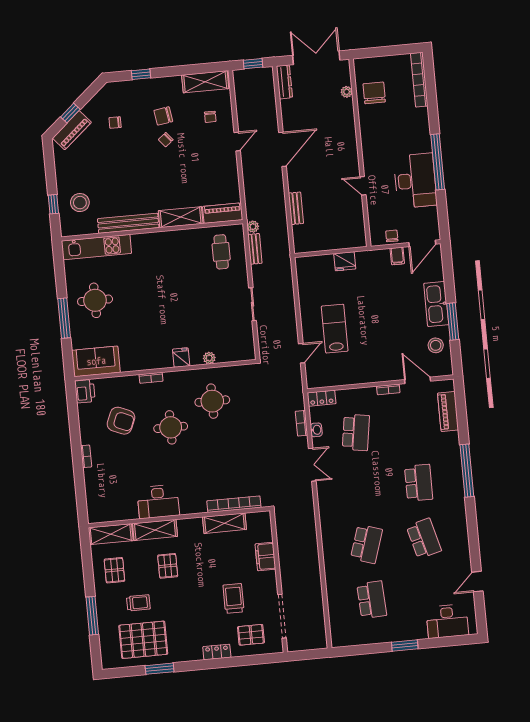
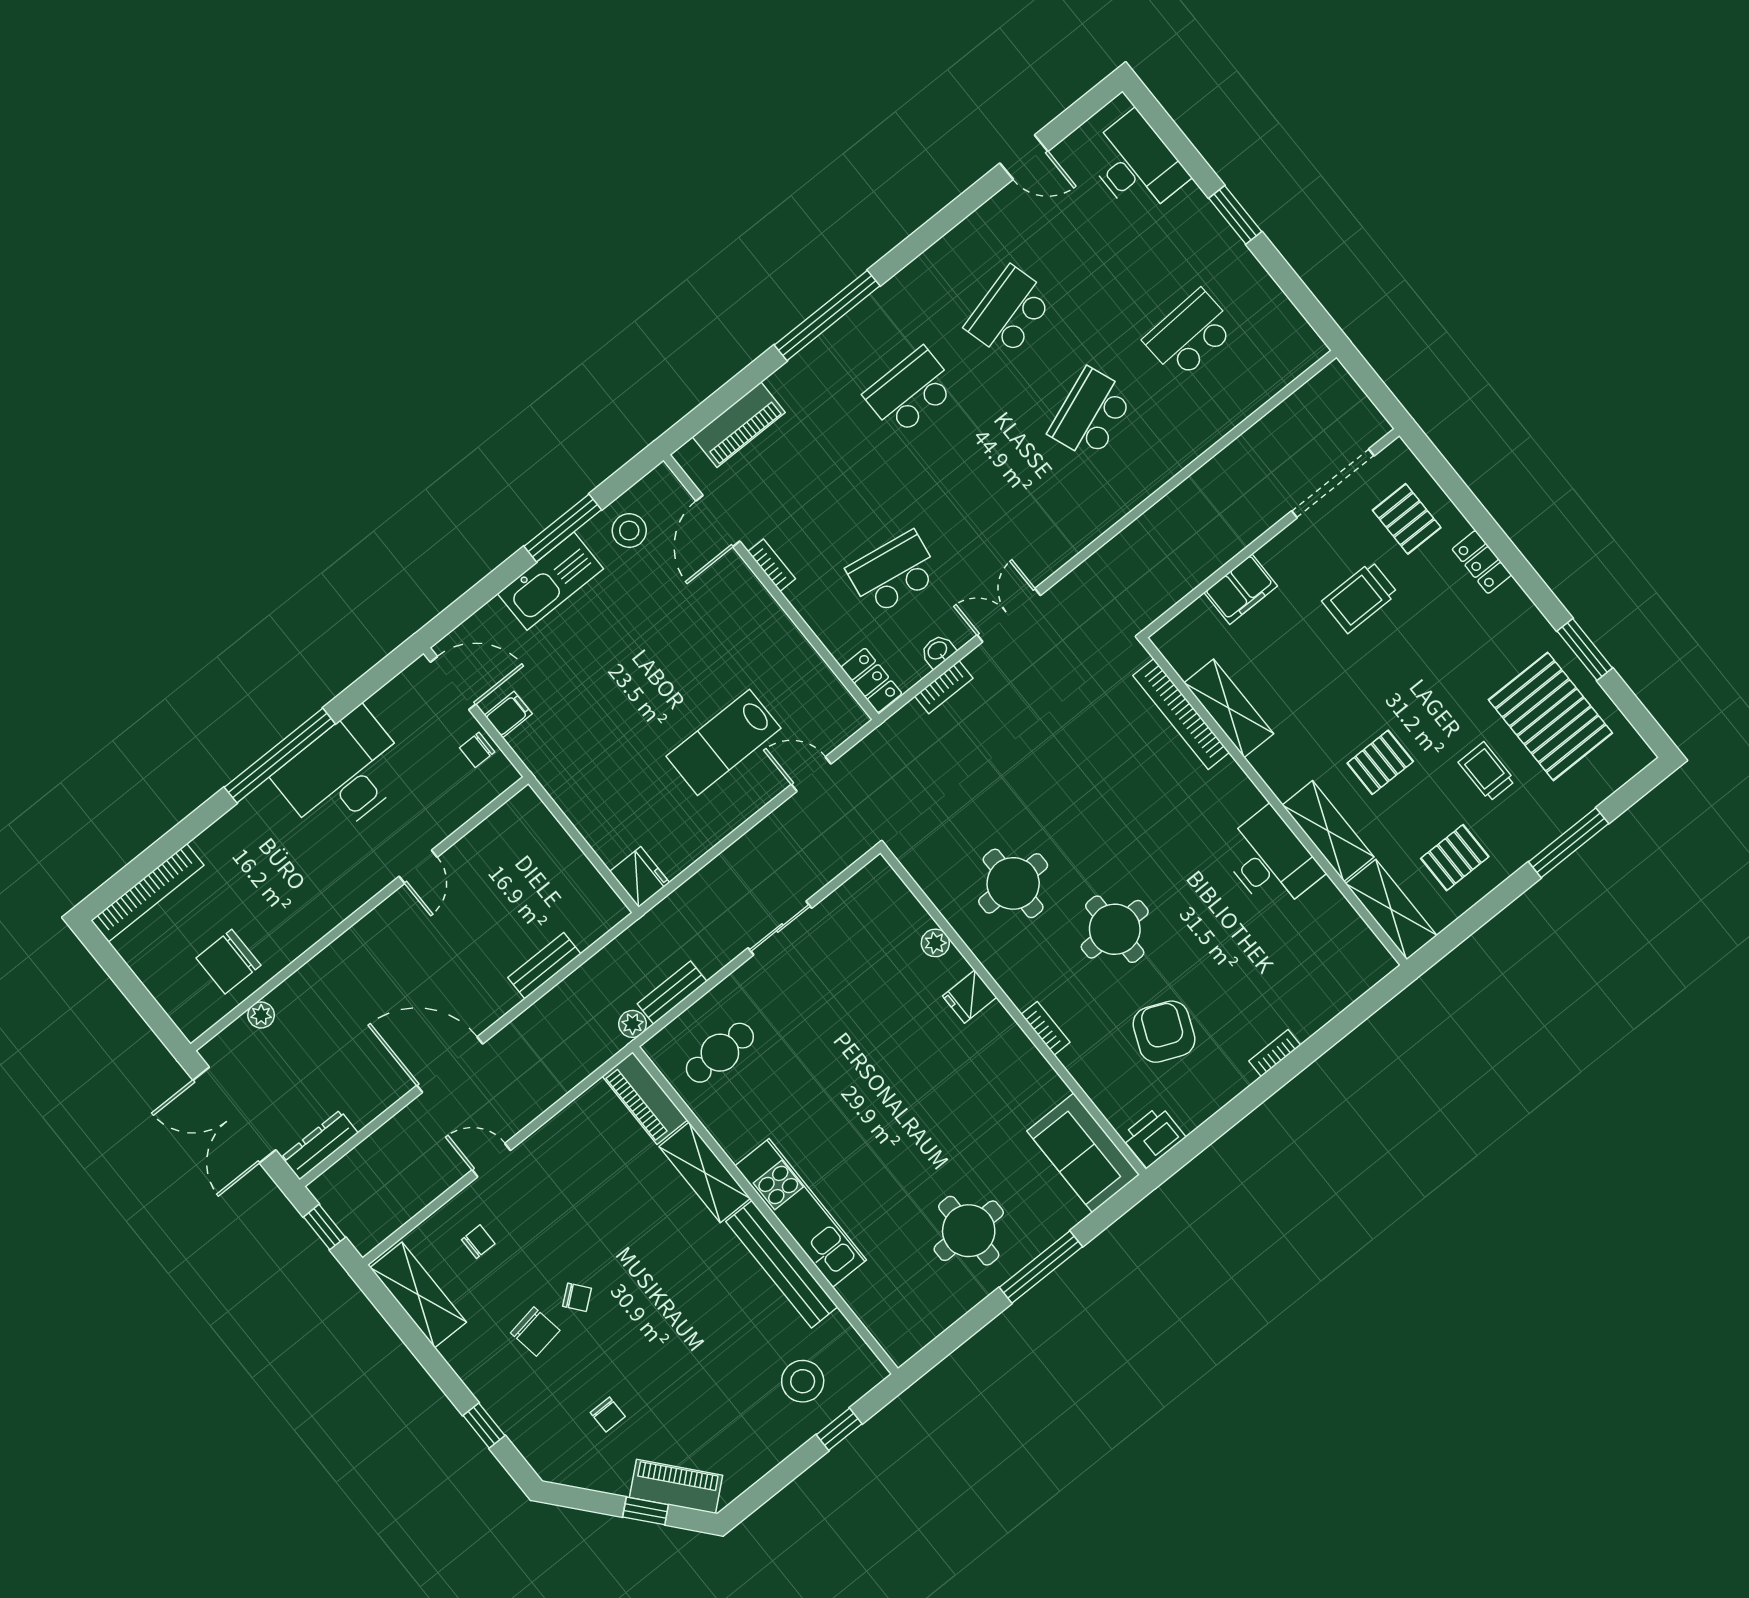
kitchen unit: (96, 247) -> (801, 1213), moved
fridge: (345, 261) -> (640, 877), moved
school desk: (366, 544) -> (1091, 414), turned -39

